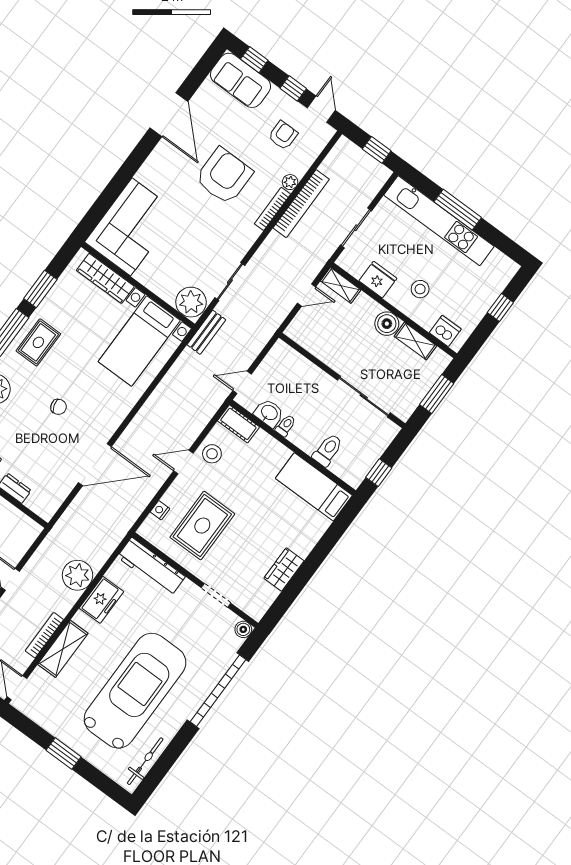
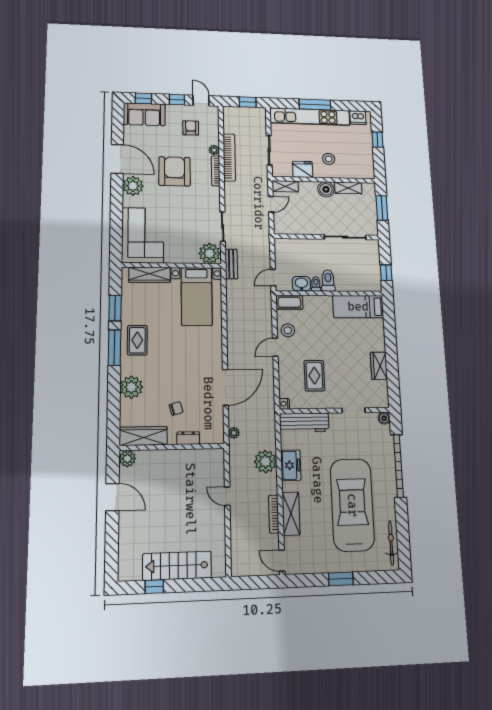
plant: (163, 160) -> (133, 186), added
dishwasher: (445, 331) -> (358, 118), moved, turned 180
chair: (59, 407) -> (176, 409), moved
toilet: (328, 450) -> (328, 281), moved
nightstand: (160, 510) -> (284, 404), moved
plant: (67, 520) -> (234, 433), added
rug: (202, 526) -> (314, 376), width x0.73, depth x0.70

